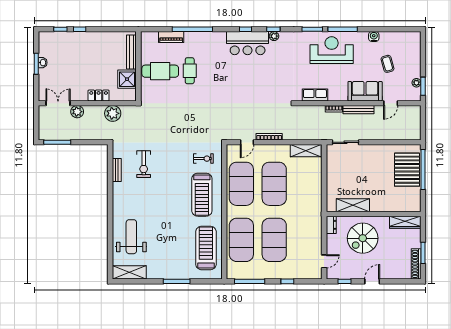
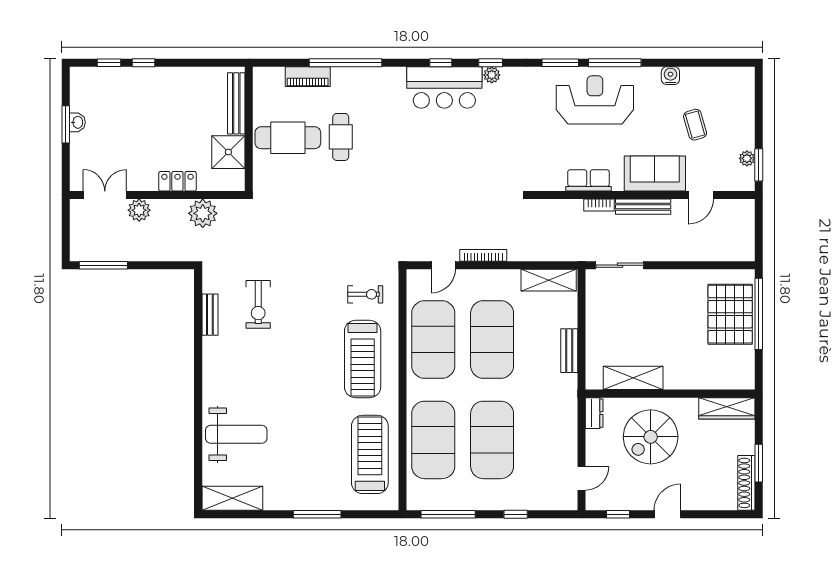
row of seats: (315, 95) -> (589, 180), moved
bench: (317, 190) -> (569, 351), added
weight bench: (131, 237) -> (236, 434), turned 90

